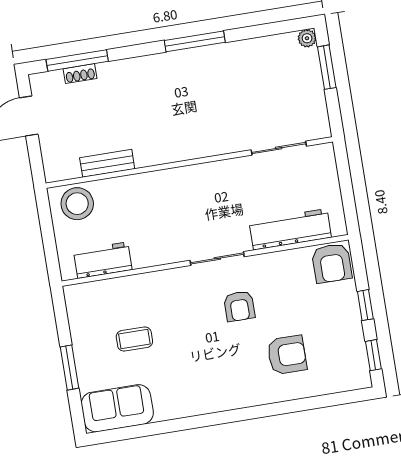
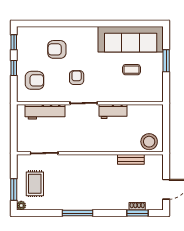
window: (77, 60) -> (138, 213), width x0.69
rug: (287, 85) -> (35, 184), added
workbench: (103, 260) -> (113, 111), moved
armchair: (332, 263) -> (35, 80), moved, turned 90
sofa: (117, 408) -> (131, 39), width x1.85, depth x1.27

